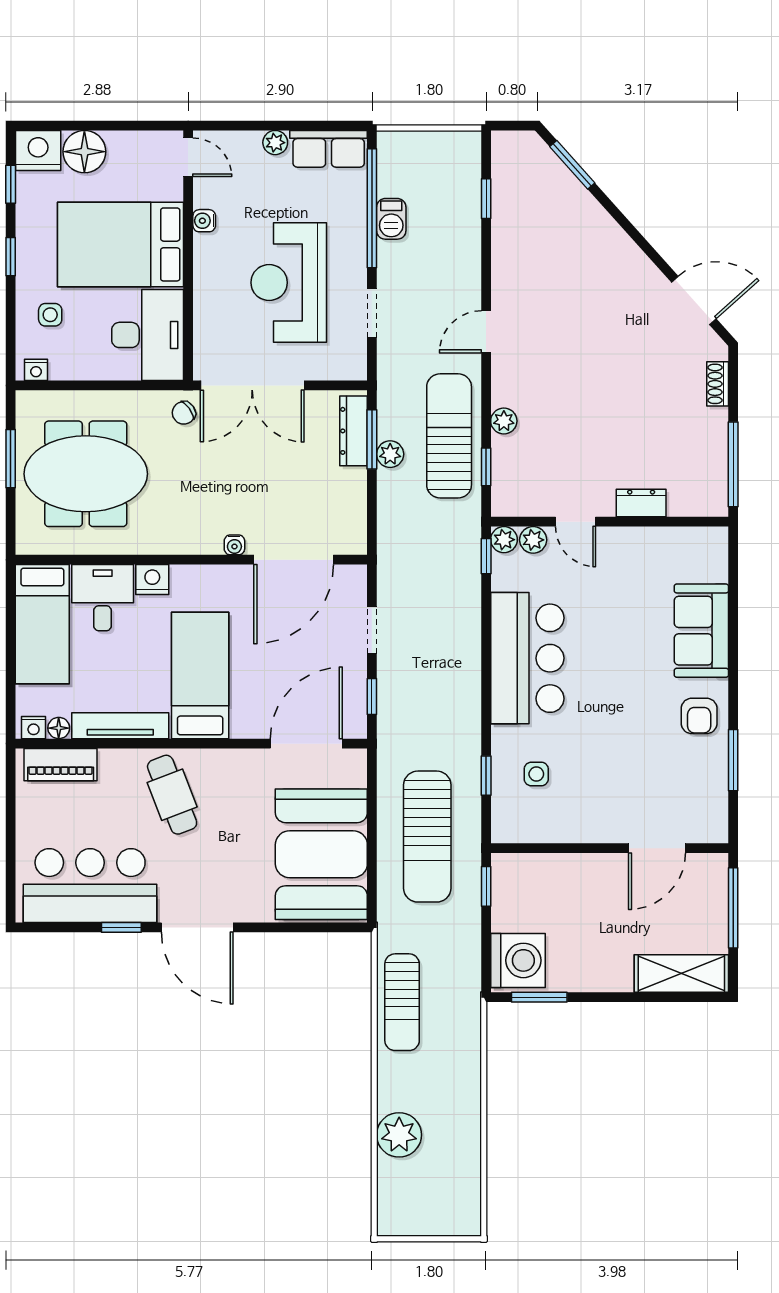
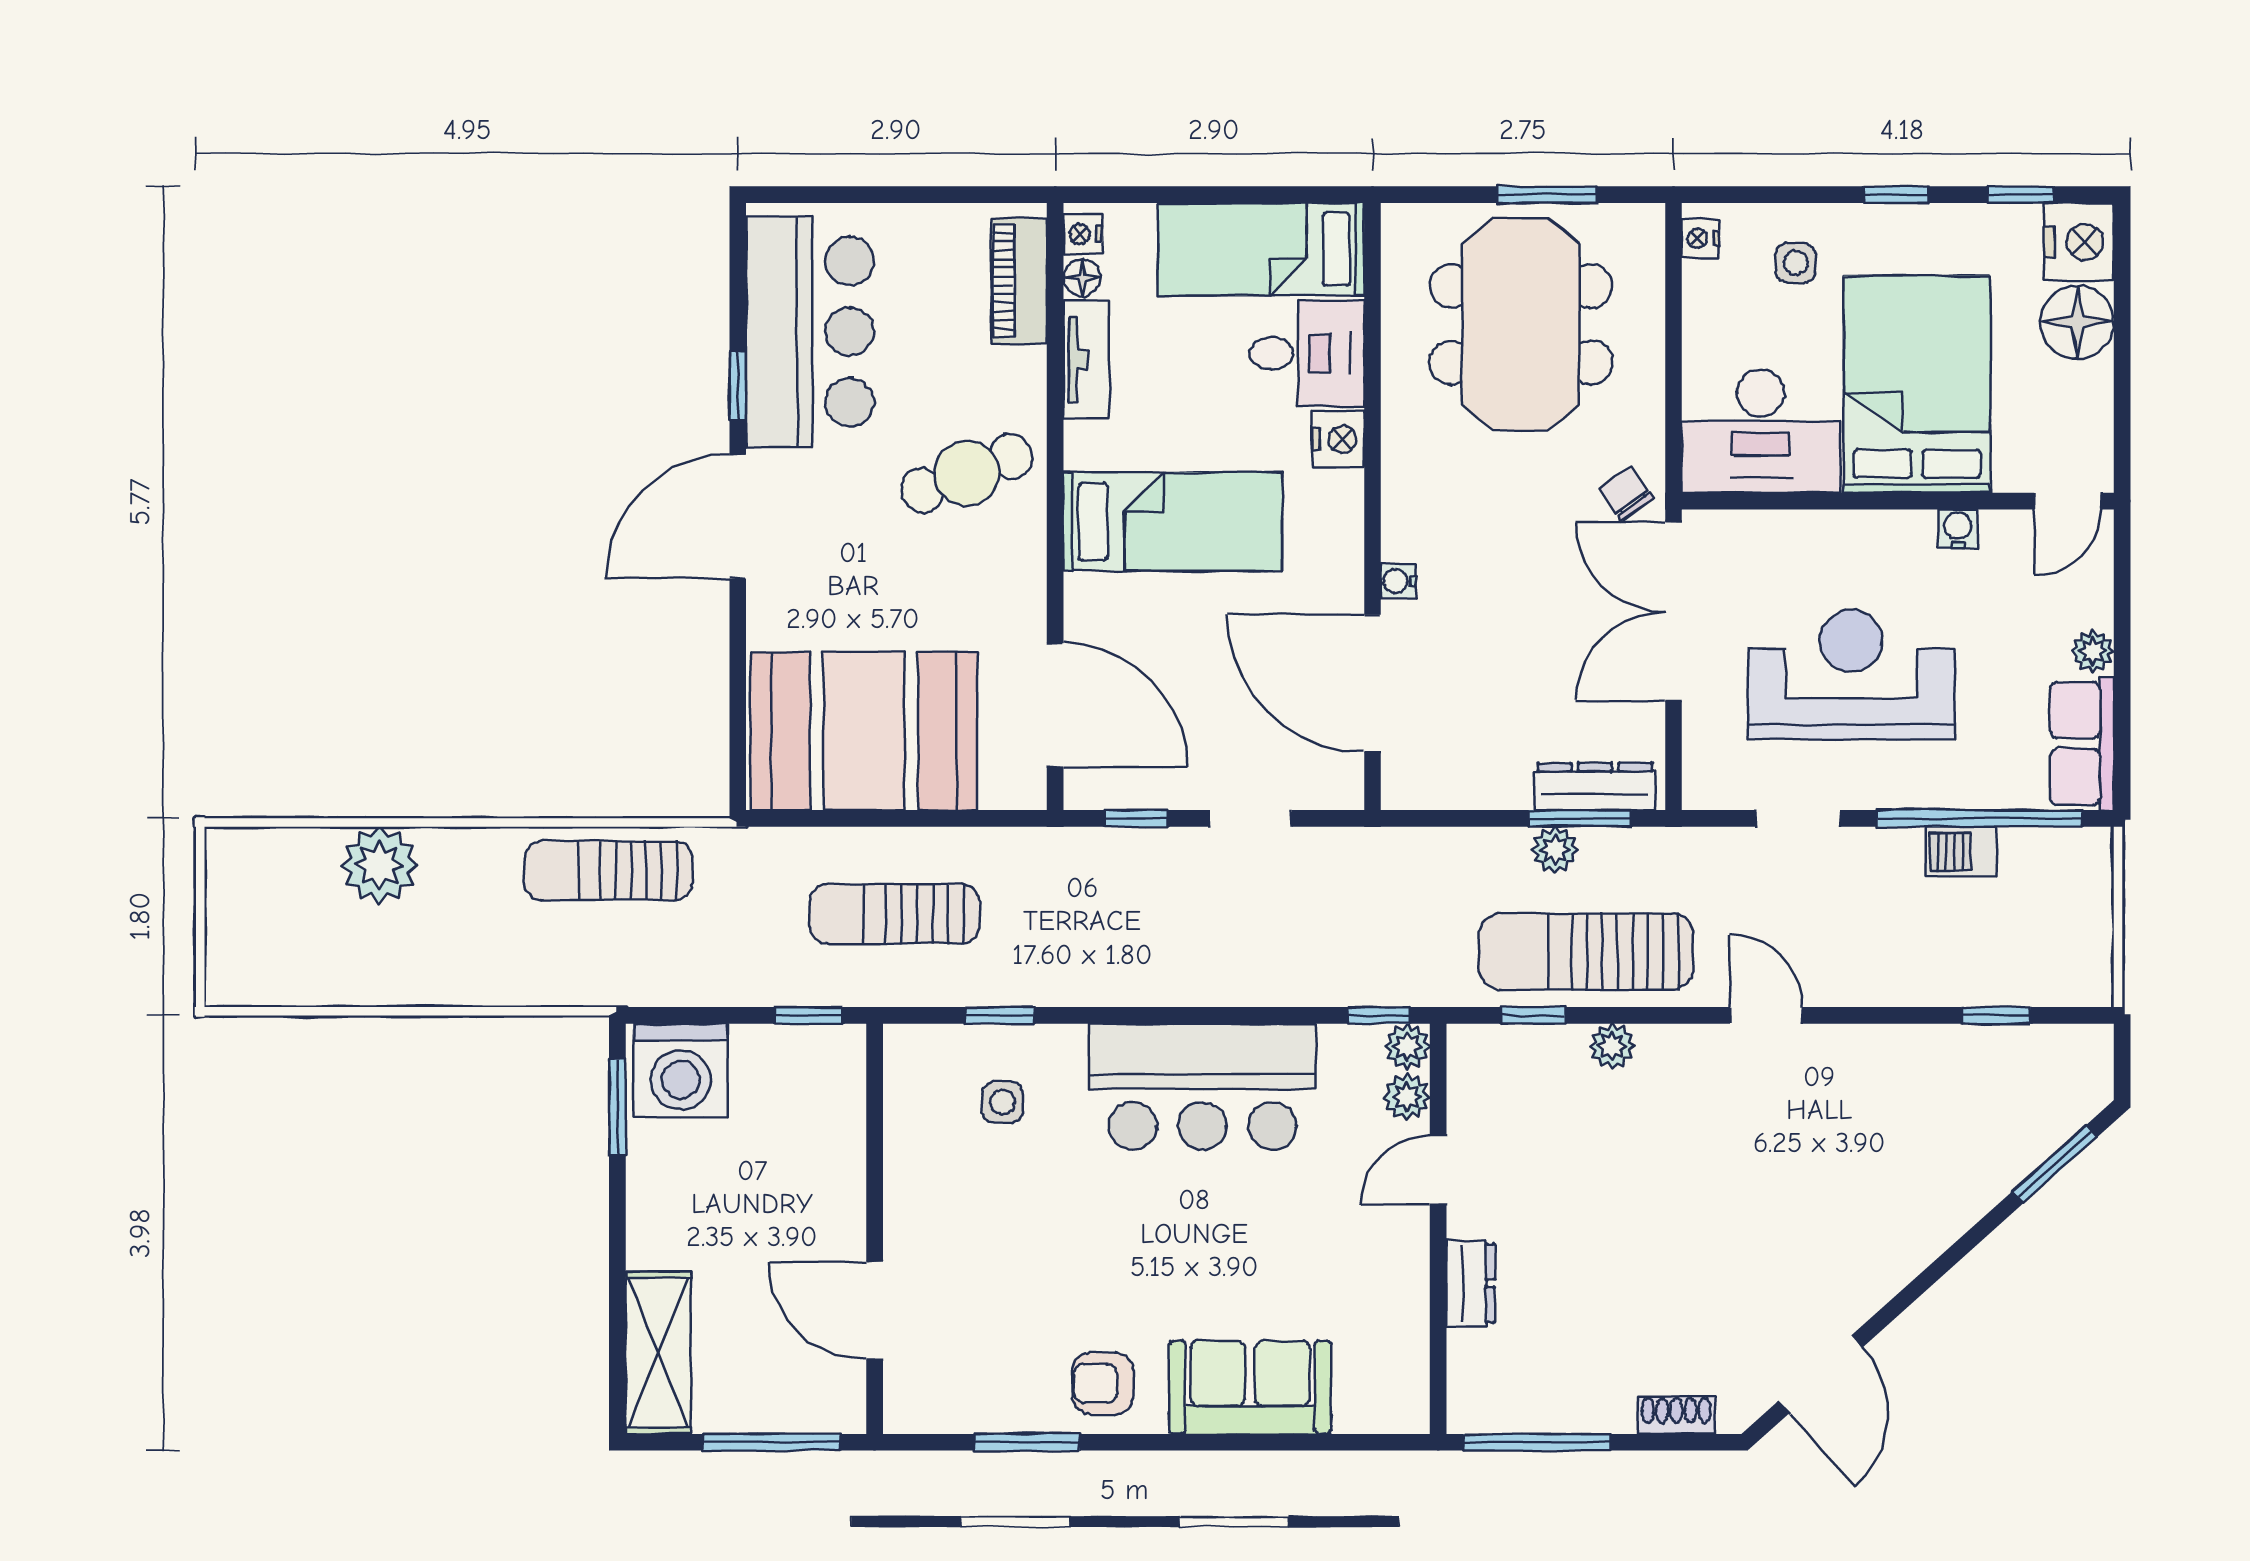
sun lounger: (449, 436) -> (1586, 952), turned 180
tv unit: (120, 726) -> (1086, 360), width x0.71
sun lounger: (427, 837) -> (894, 914), width x0.73, depth x0.75

